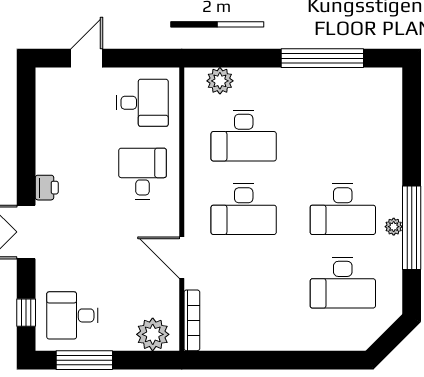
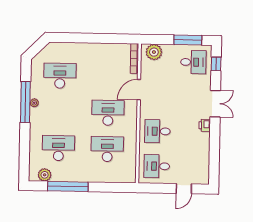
plant: (220, 81) -> (45, 175), moved
desk: (143, 174) -> (157, 131), turned 90
desk: (343, 209) -> (58, 148), moved
door: (182, 258) -> (139, 90), swing flipped

